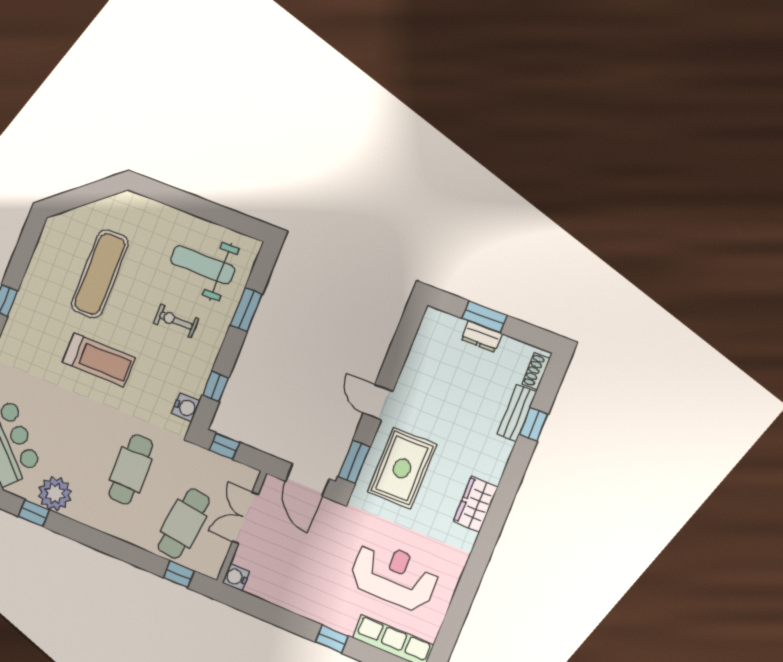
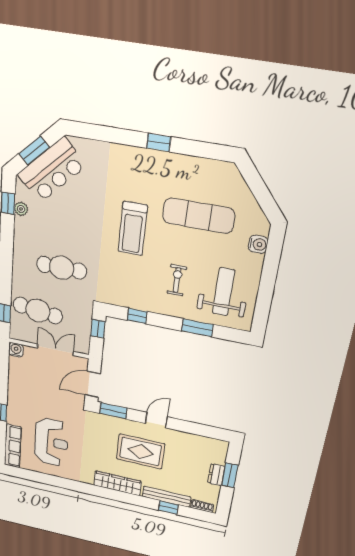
water cooler: (186, 407) -> (258, 244), moved, turned -90
bench: (517, 413) -> (166, 497), width x1.36
rug: (402, 468) -> (141, 451), moved
plant: (55, 494) -> (21, 209), width x0.53, depth x0.53
wardrobe: (476, 504) -> (117, 483), width x1.50

